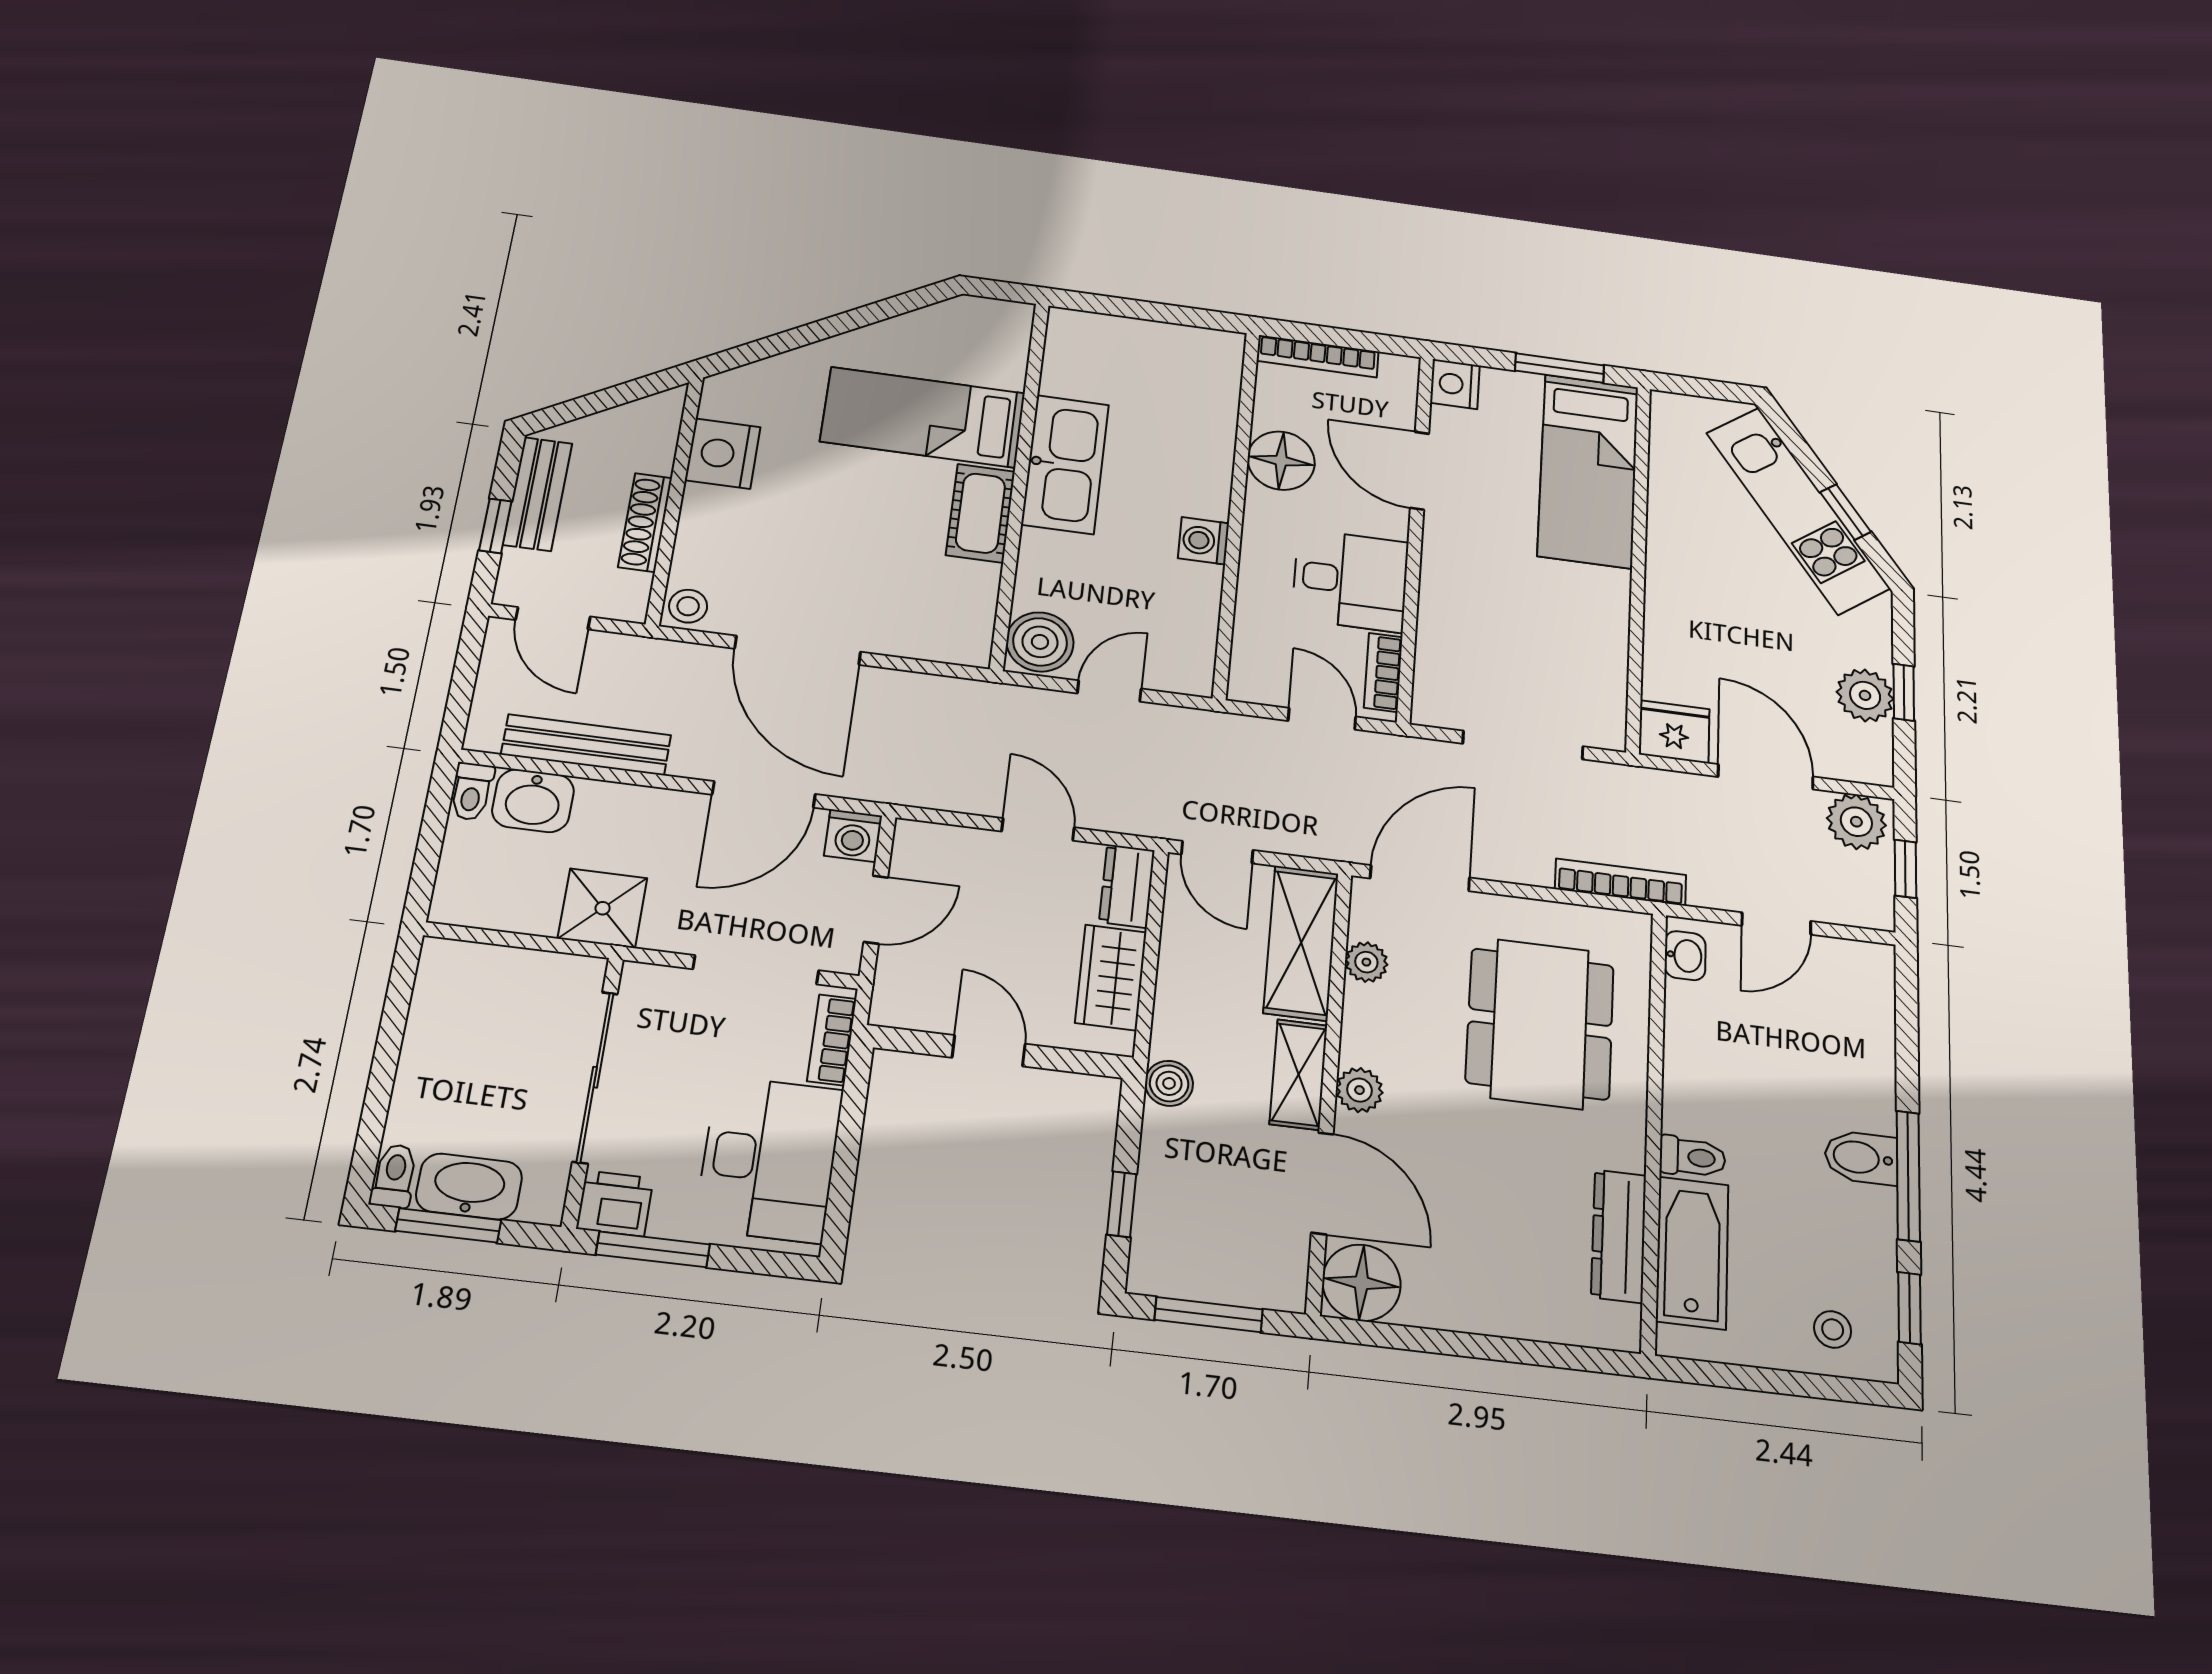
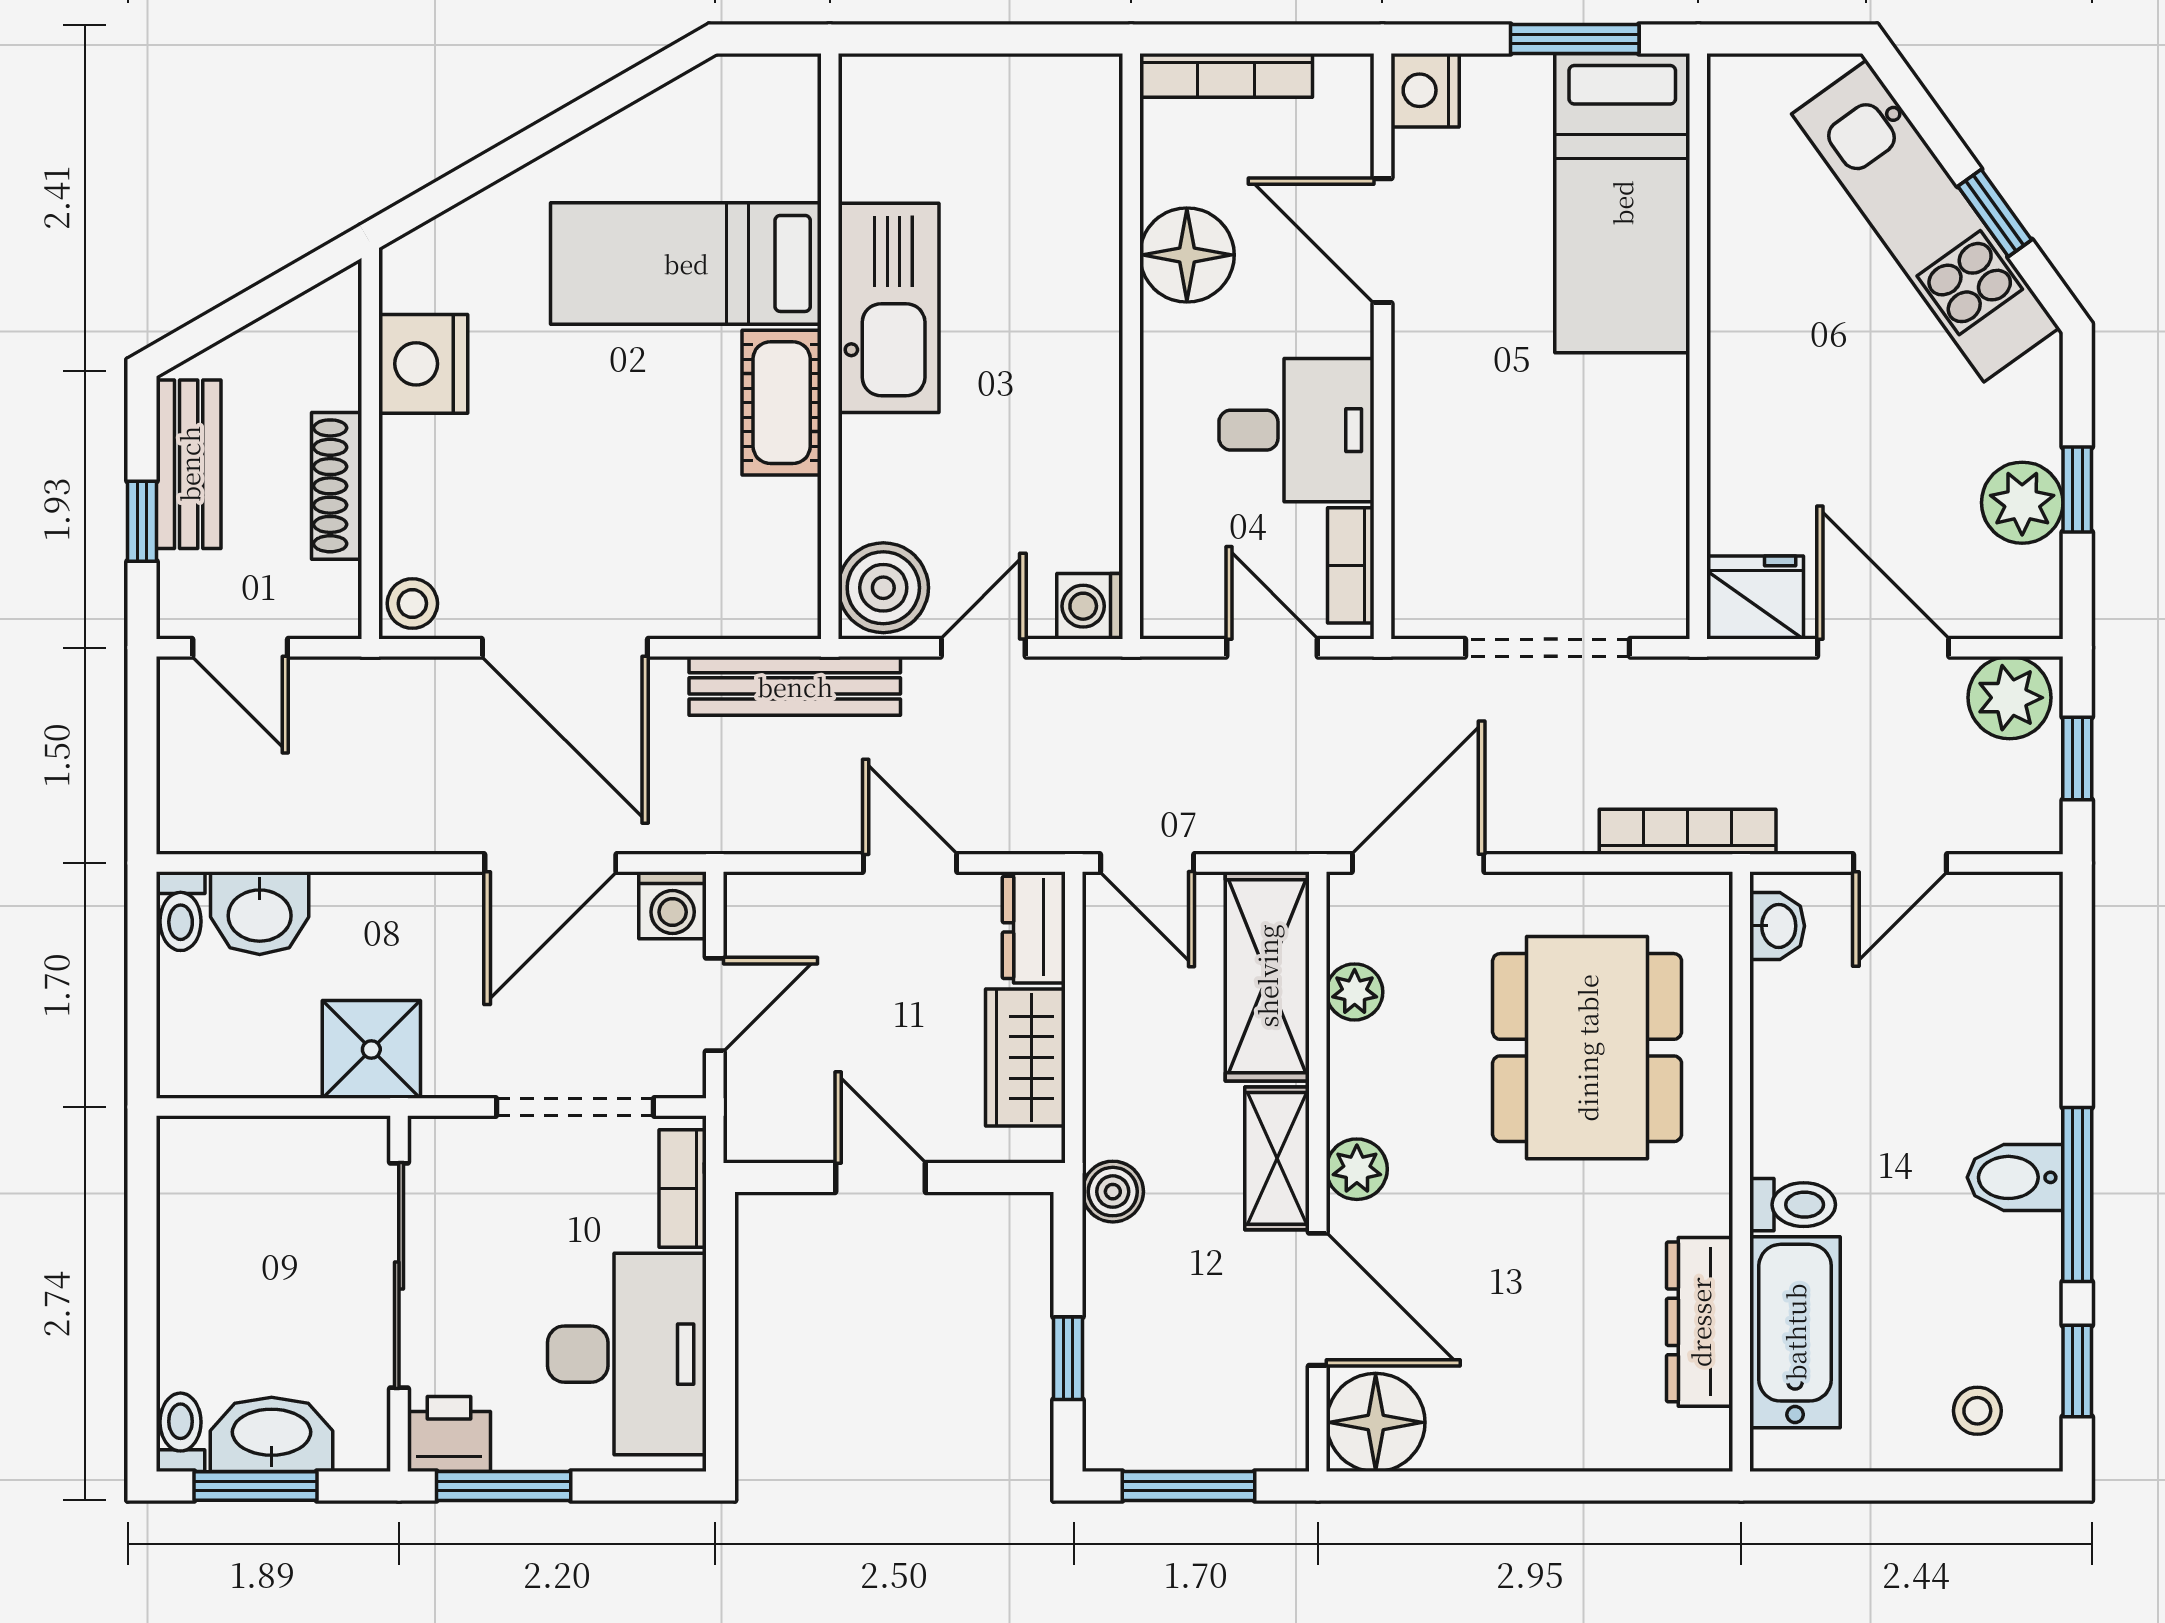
washing machine: (1204, 541) -> (1090, 606), moved
bench: (586, 745) -> (795, 686), moved

